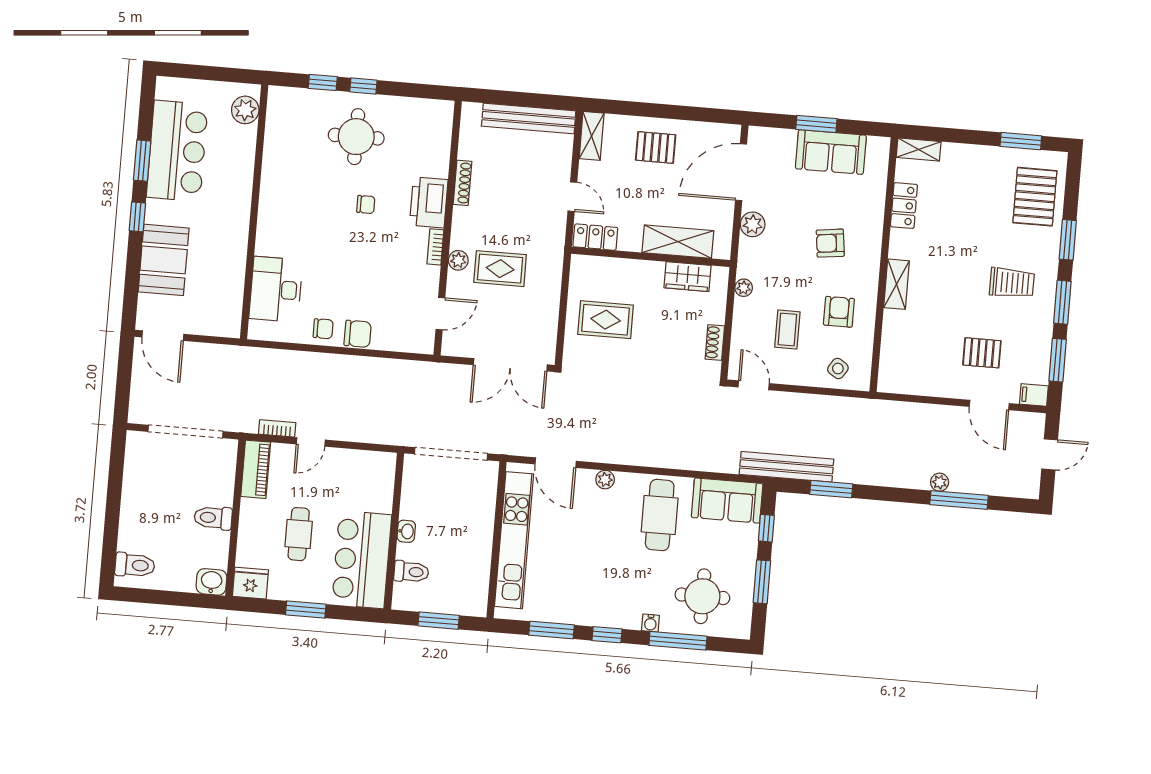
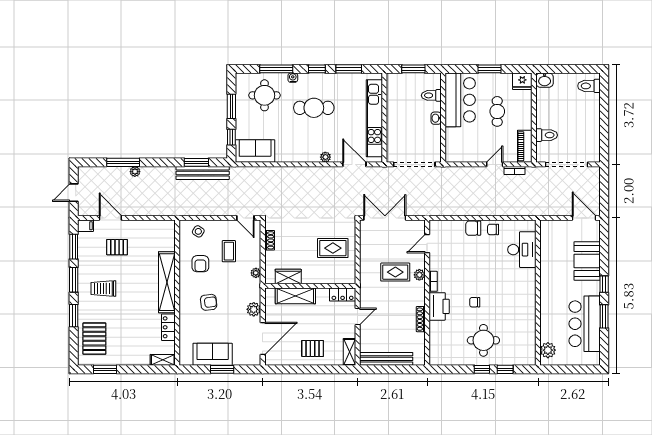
door: (572, 197) -> (358, 316), swing flipped
shelving: (897, 284) -> (167, 282), width x2.20, depth x1.33
bench: (786, 467) -> (203, 173), moved
cafe table: (660, 515) -> (314, 108), moved, turned 90
toilet: (213, 518) -> (547, 135), moved

